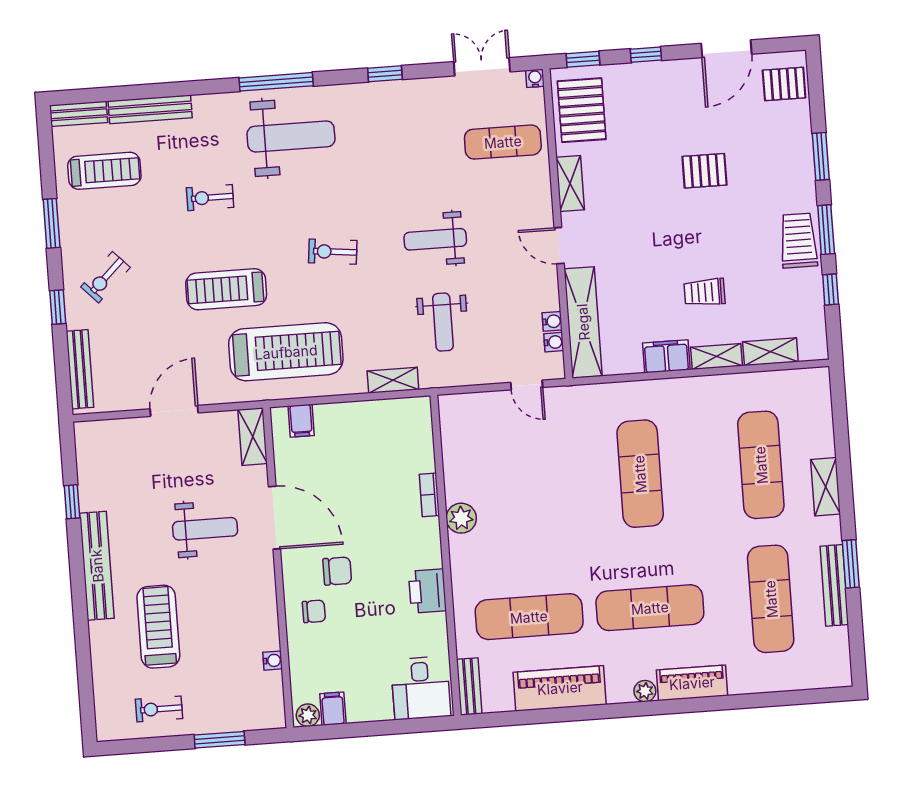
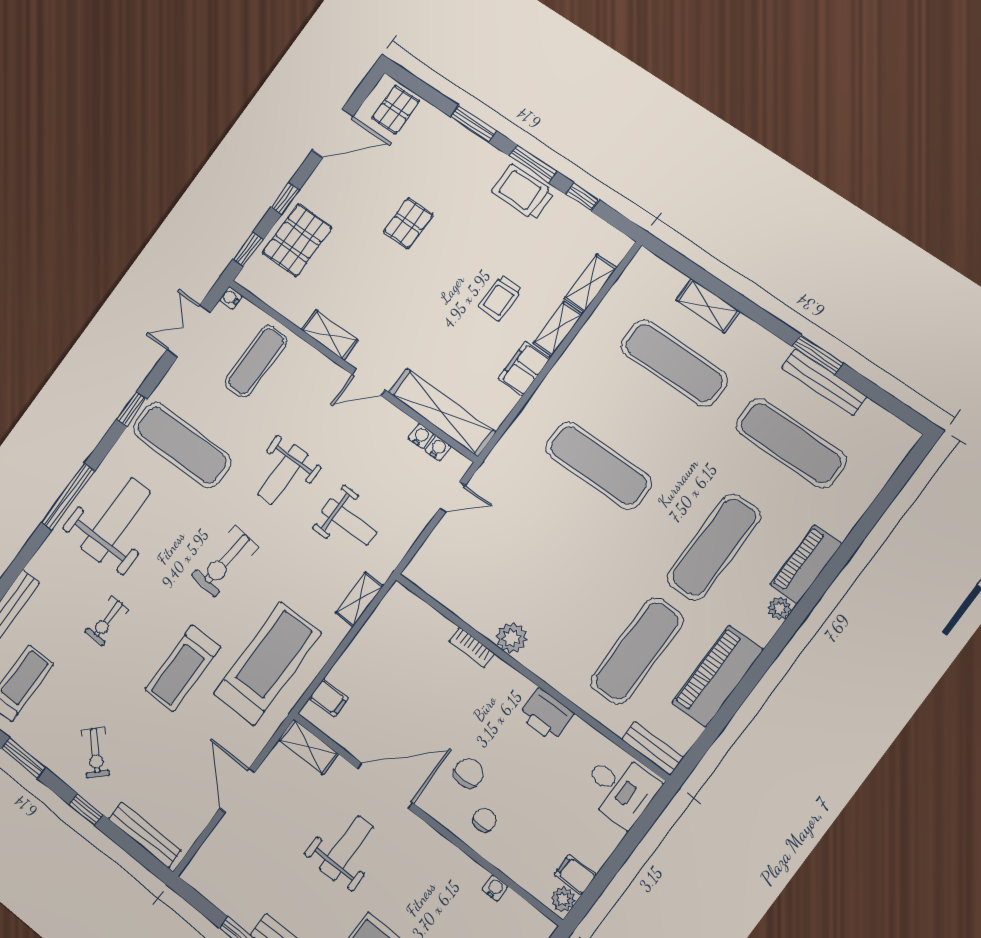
door: (726, 49) -> (333, 133), hinge flipped
pallet: (582, 110) -> (297, 240), moved, turned 90
exercise mat: (391, 139) -> (182, 445), added
exercise bike: (333, 252) -> (225, 562), width x1.38, depth x1.39
shelving: (826, 487) -> (708, 306), moved

